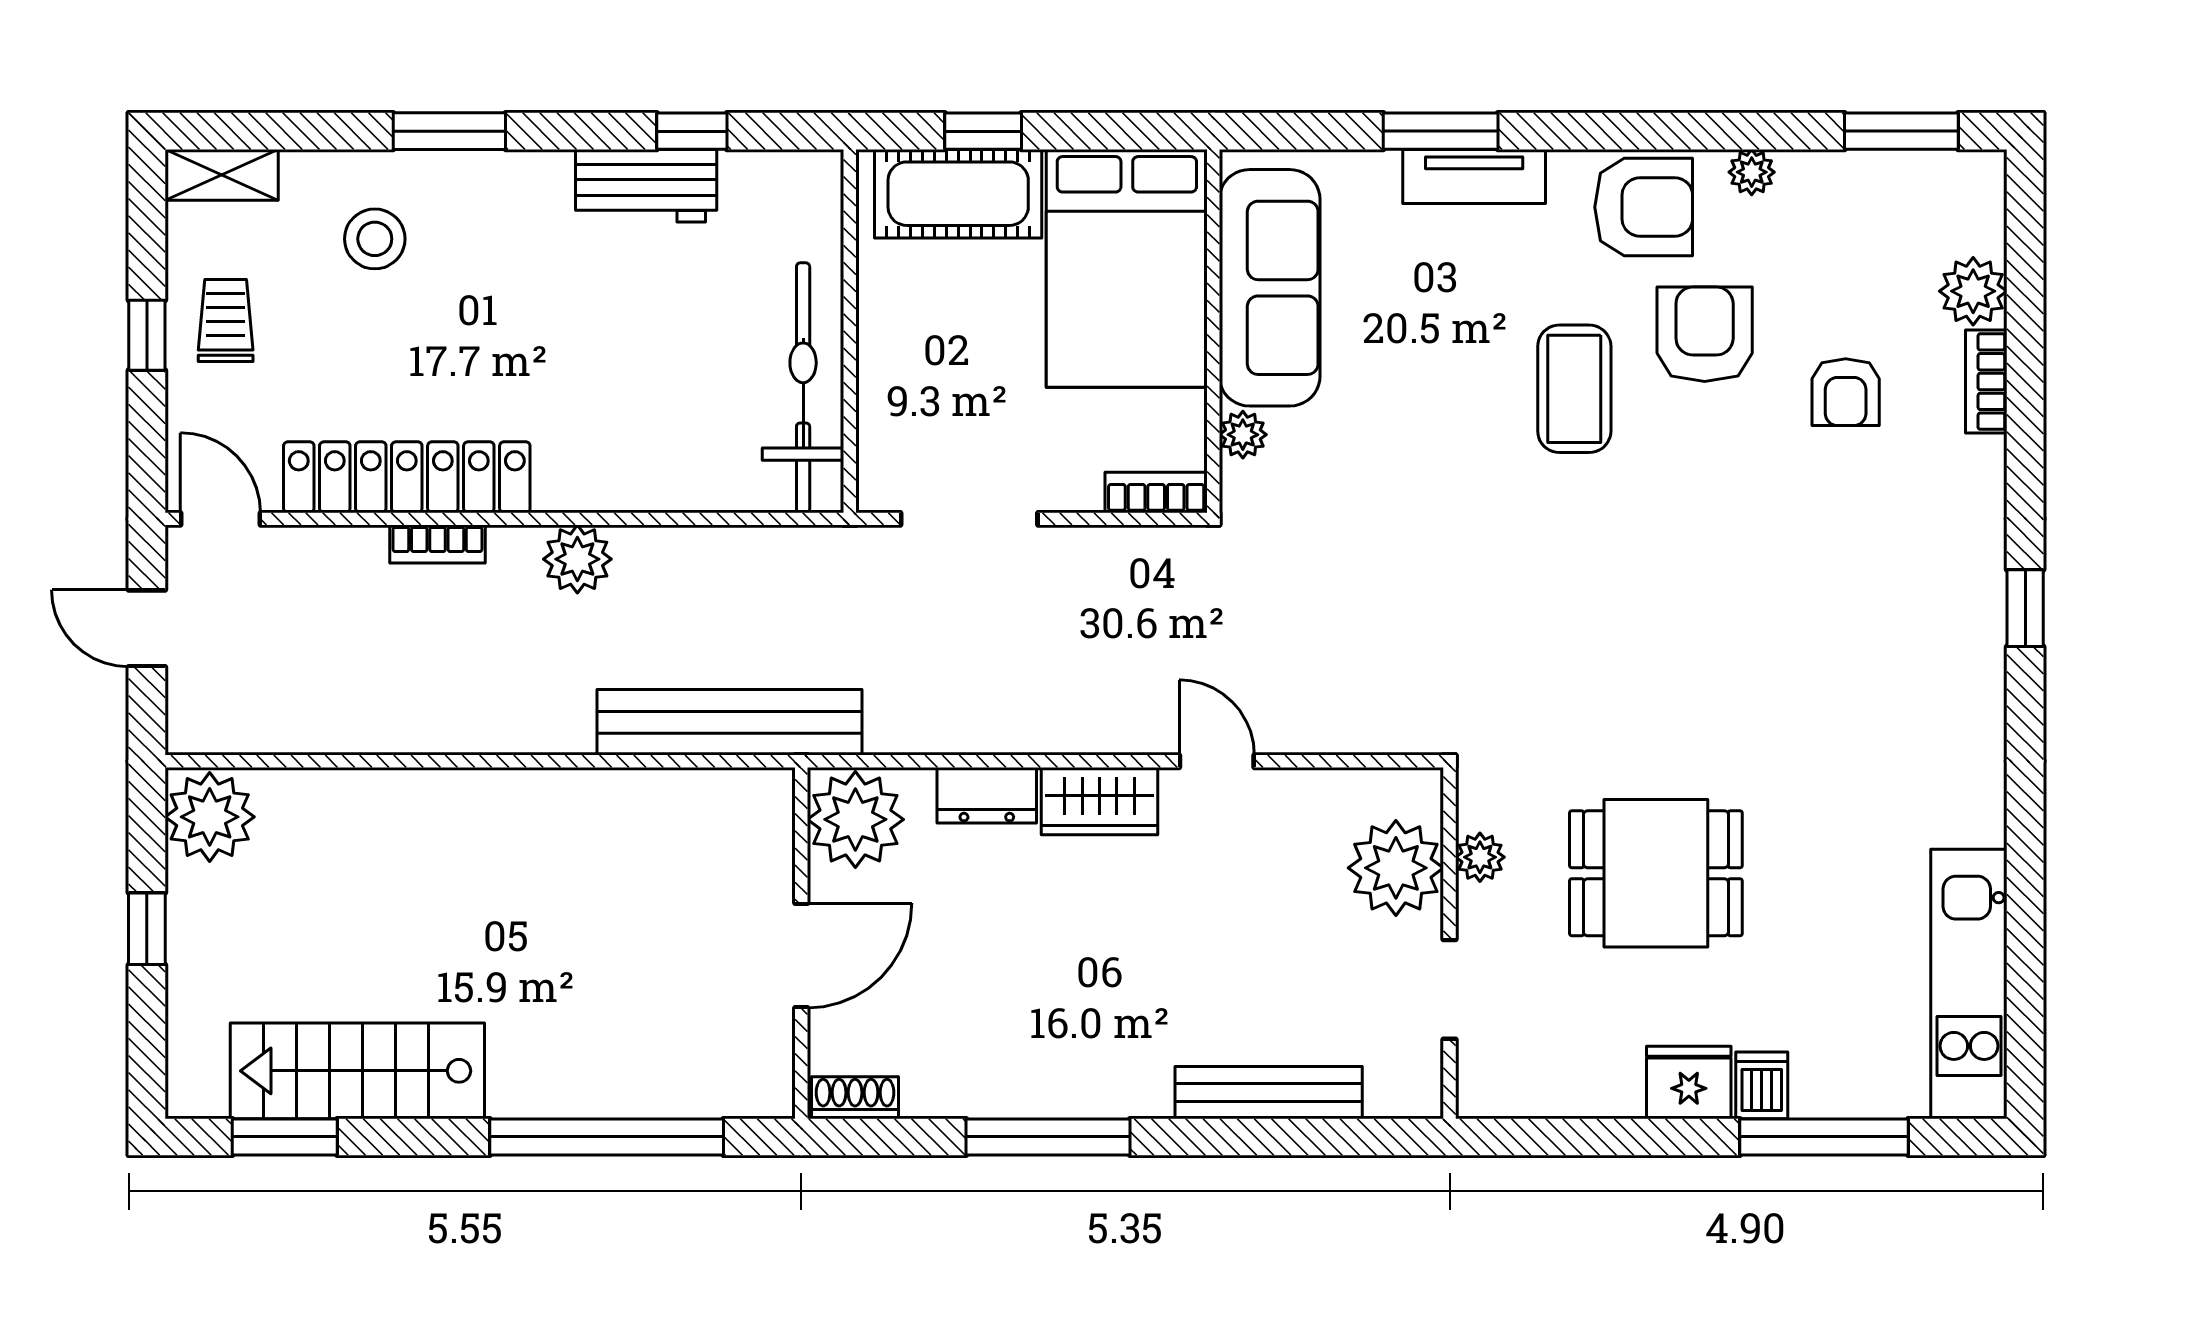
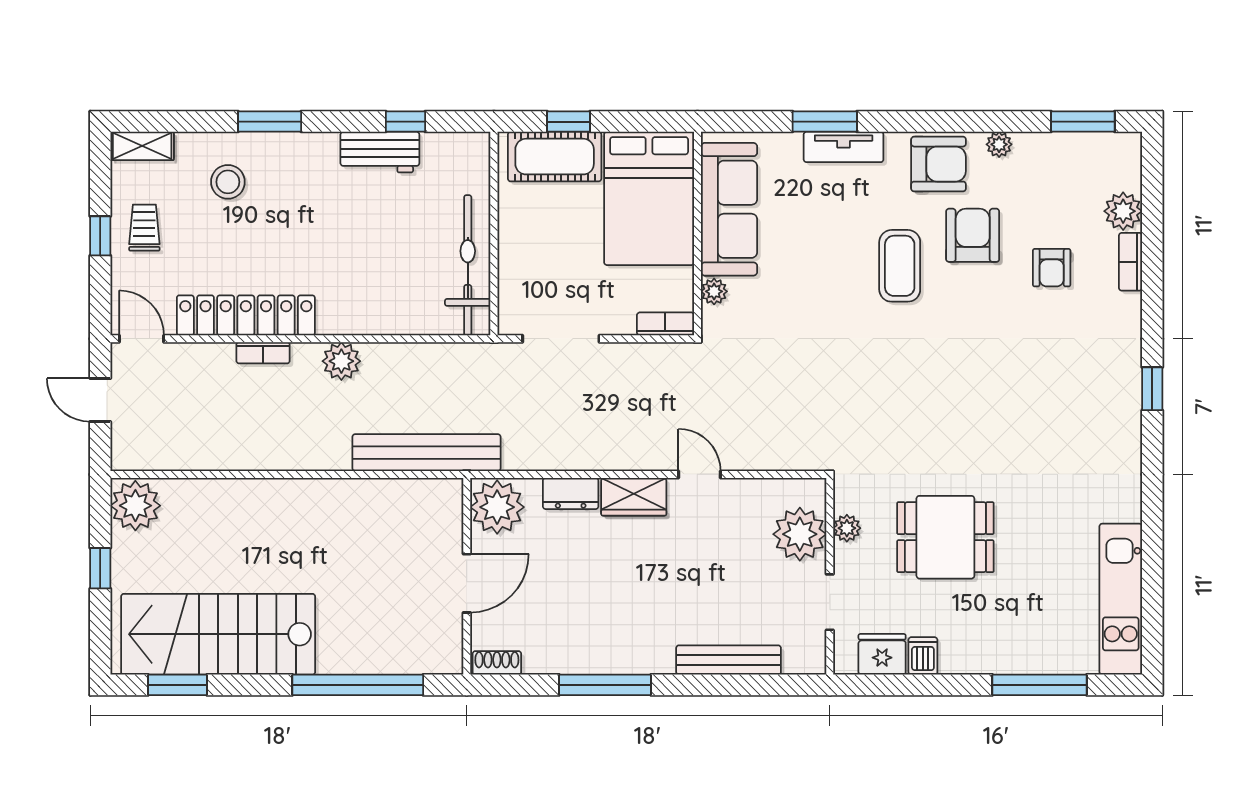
stairs: (357, 1071) -> (218, 634), width x1.36, depth x1.51
fridge: (1689, 1082) -> (882, 654), moved
dishwasher: (1762, 1085) -> (923, 656), moved

